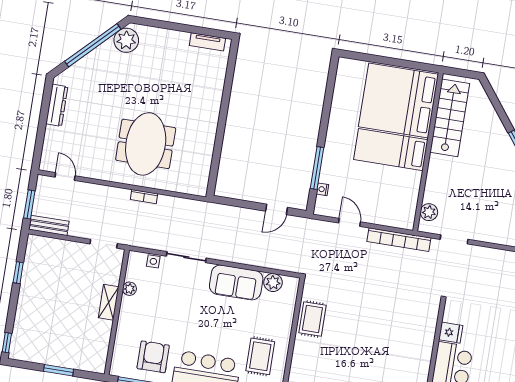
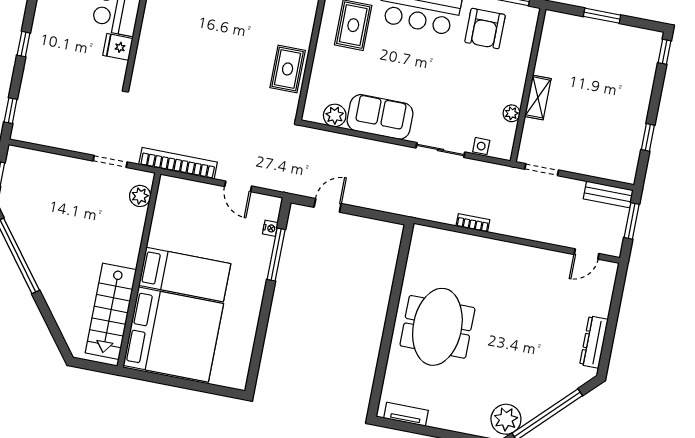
meeting table: (146, 144) -> (437, 327), moved
door: (65, 176) -> (587, 254), hinge flipped
bookcase: (144, 197) -> (473, 223), moved

